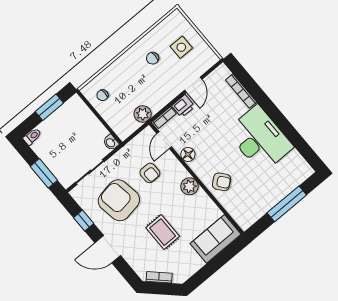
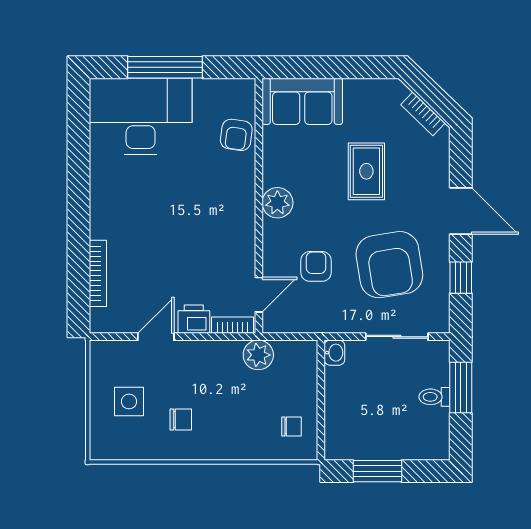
toilet: (32, 137) -> (435, 397), moved
desk: (260, 139) -> (141, 116), moved, turned 90
floor lamp: (188, 154) -> (243, 248), removed
armchair: (222, 182) -> (236, 135), moved, turned -133

